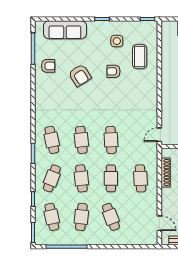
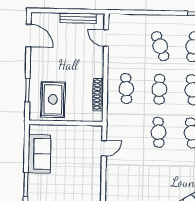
door: (159, 135) -> (104, 148), moved

